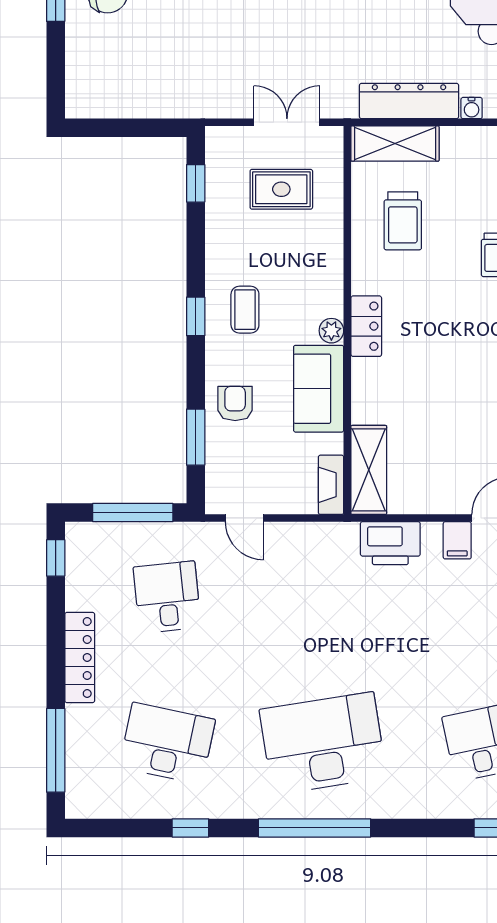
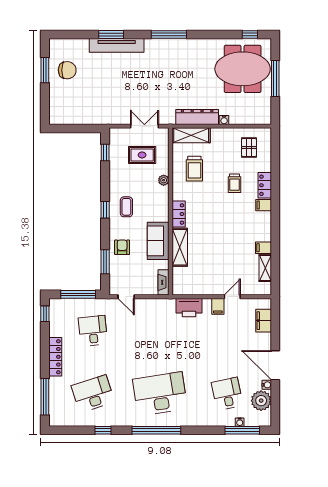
plant: (331, 331) -> (164, 180), moved
shelving: (369, 470) -> (180, 247), moved
desk: (167, 743) -> (93, 394), turned -30

